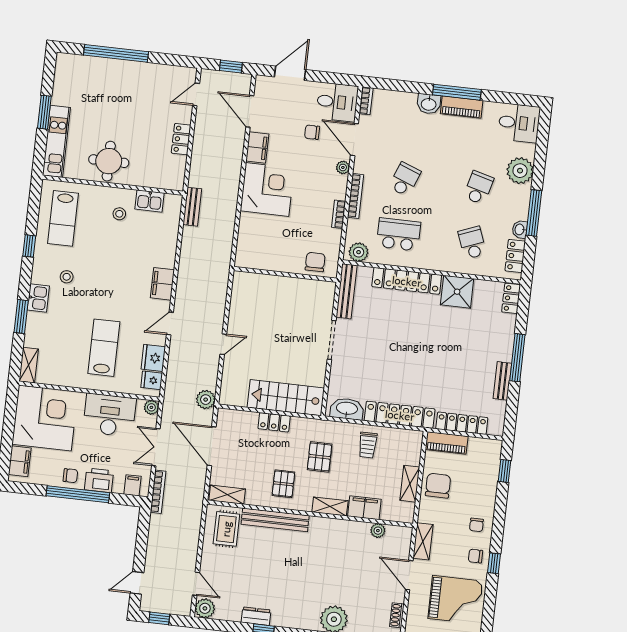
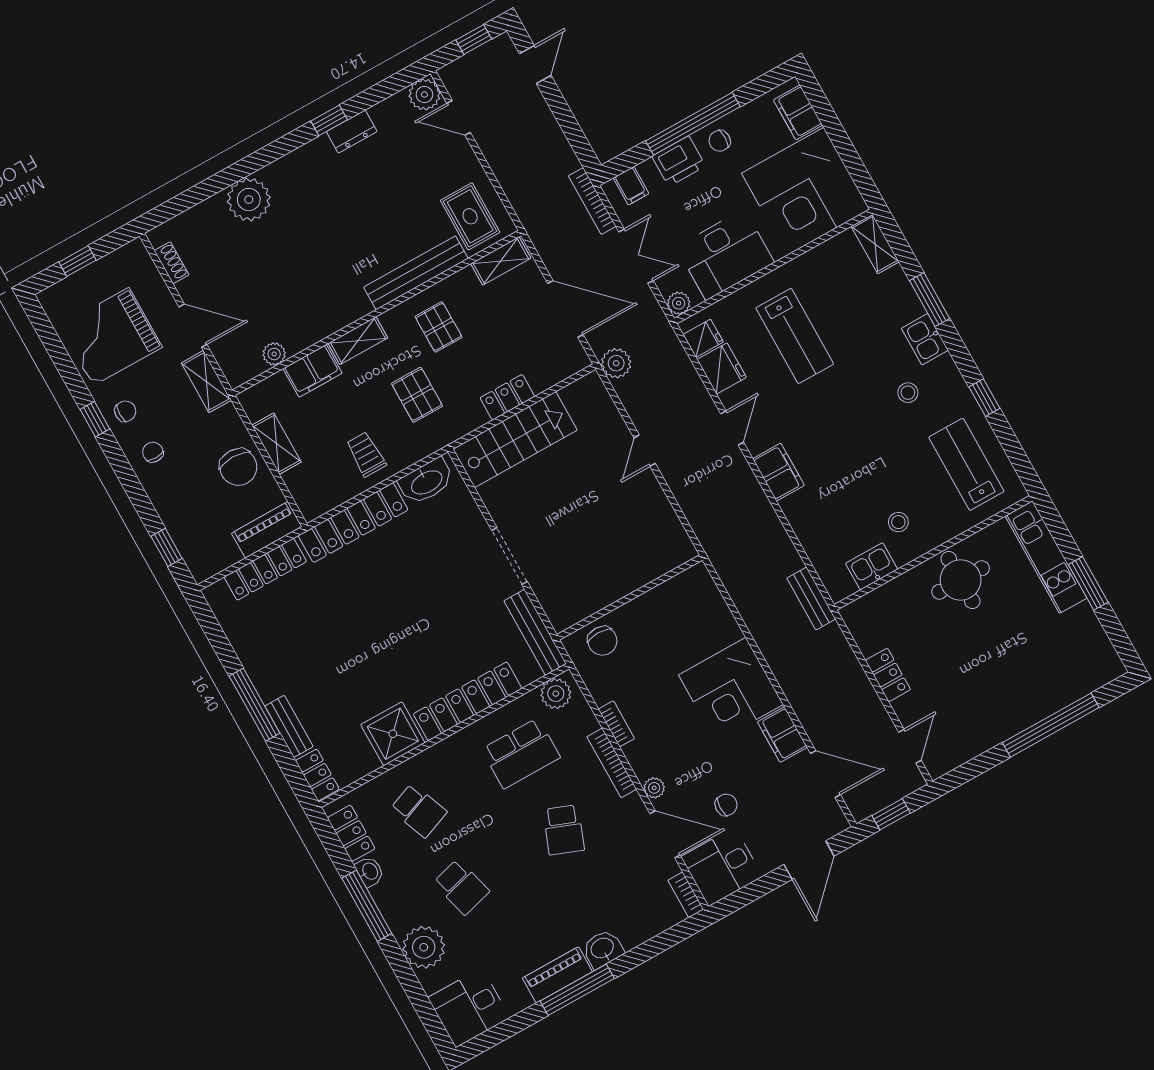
school desk: (478, 188) -> (461, 887), turned -30
bench: (502, 381) -> (289, 726), moved

